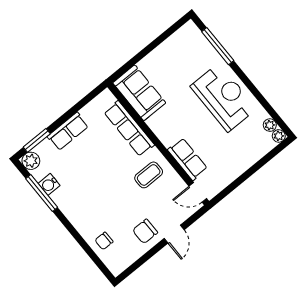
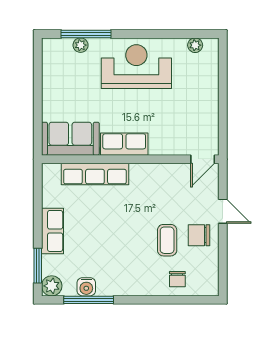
plant: (279, 136) -> (81, 45), moved
row of seats: (188, 159) -> (124, 144), moved
coffee table: (149, 175) -> (167, 240), moved
chair: (145, 231) -> (199, 235), turned 90

